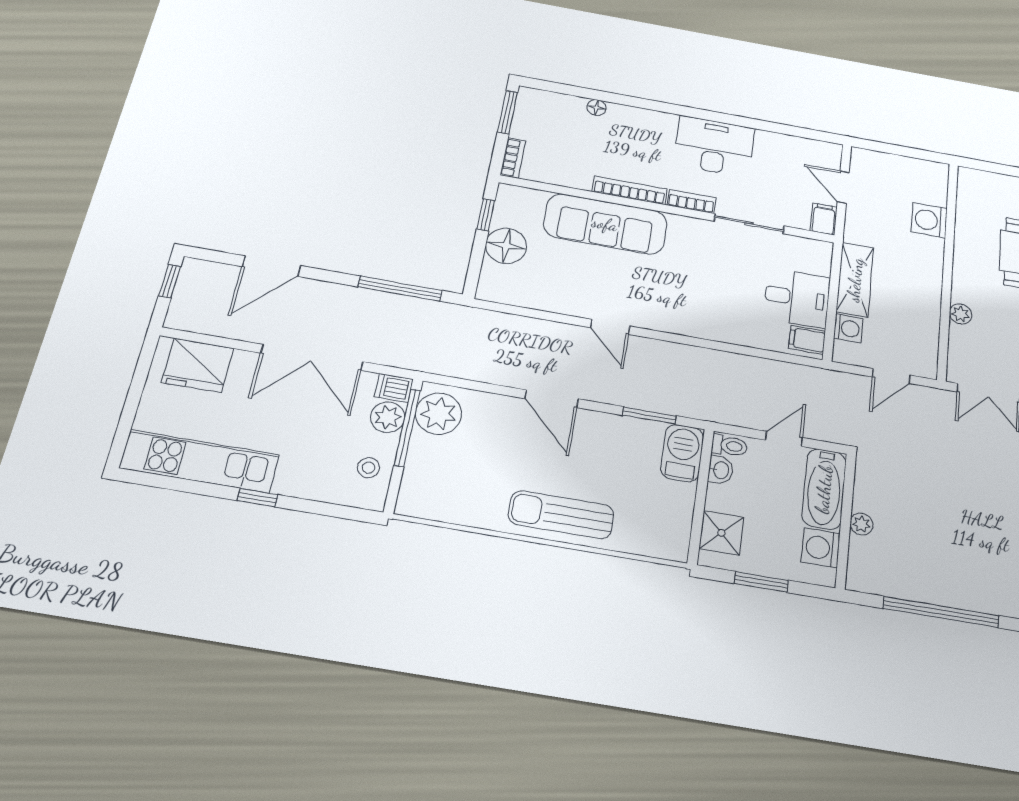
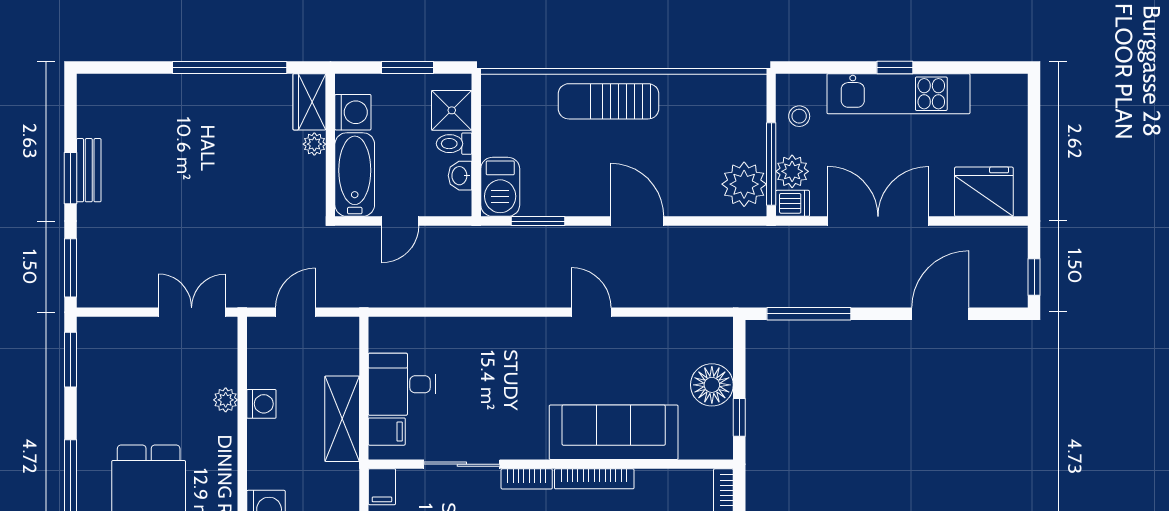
washing machine: (848, 328) -> (261, 404), moved, turned 180
filing cabinet: (807, 340) -> (387, 432), moved
toilet: (729, 446) -> (454, 144), moved
kitchen unit: (200, 461) -> (898, 94), moved
sun lounger: (561, 515) -> (609, 101), turned 180
wardrobe: (863, 565) -> (309, 102), added

